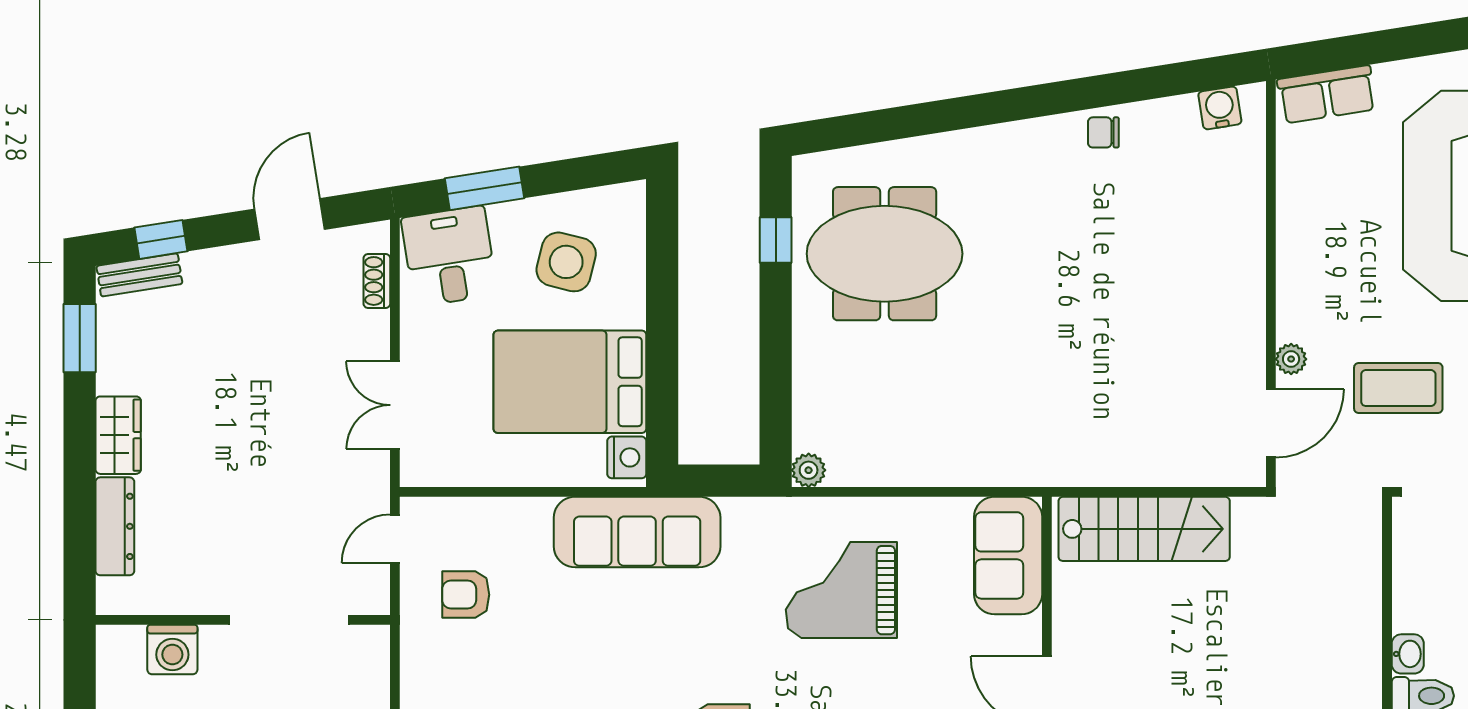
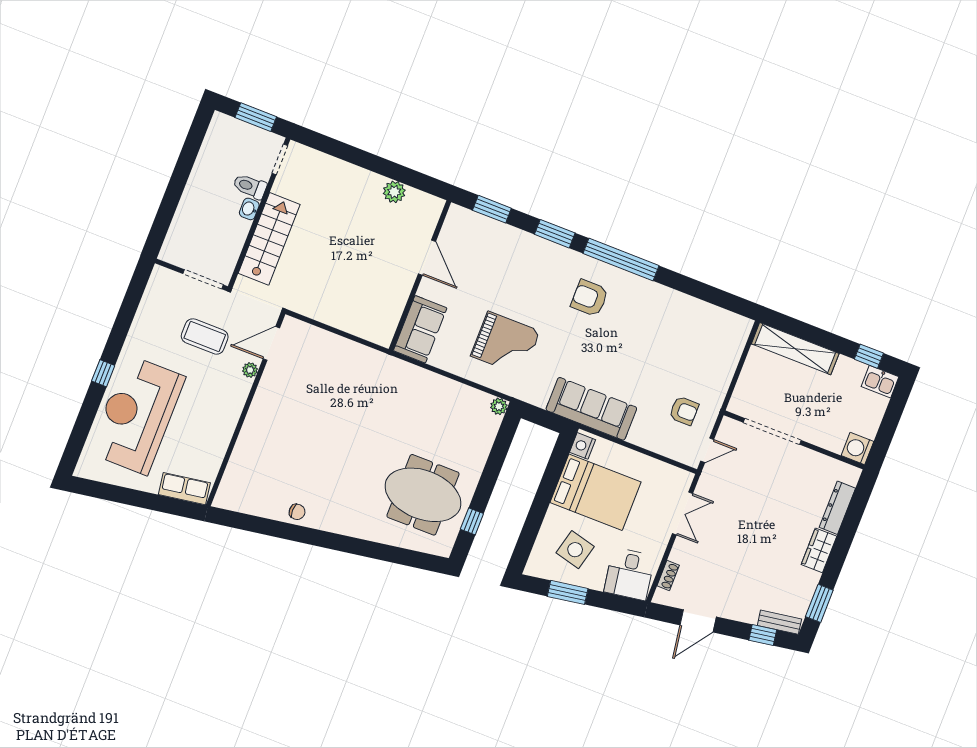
water cooler: (1220, 108) -> (237, 502), removed
window: (484, 188) -> (568, 592), moved
stairs: (1144, 529) -> (269, 239), moved, turned 90
washing machine: (172, 650) -> (857, 448), moved, turned -90

